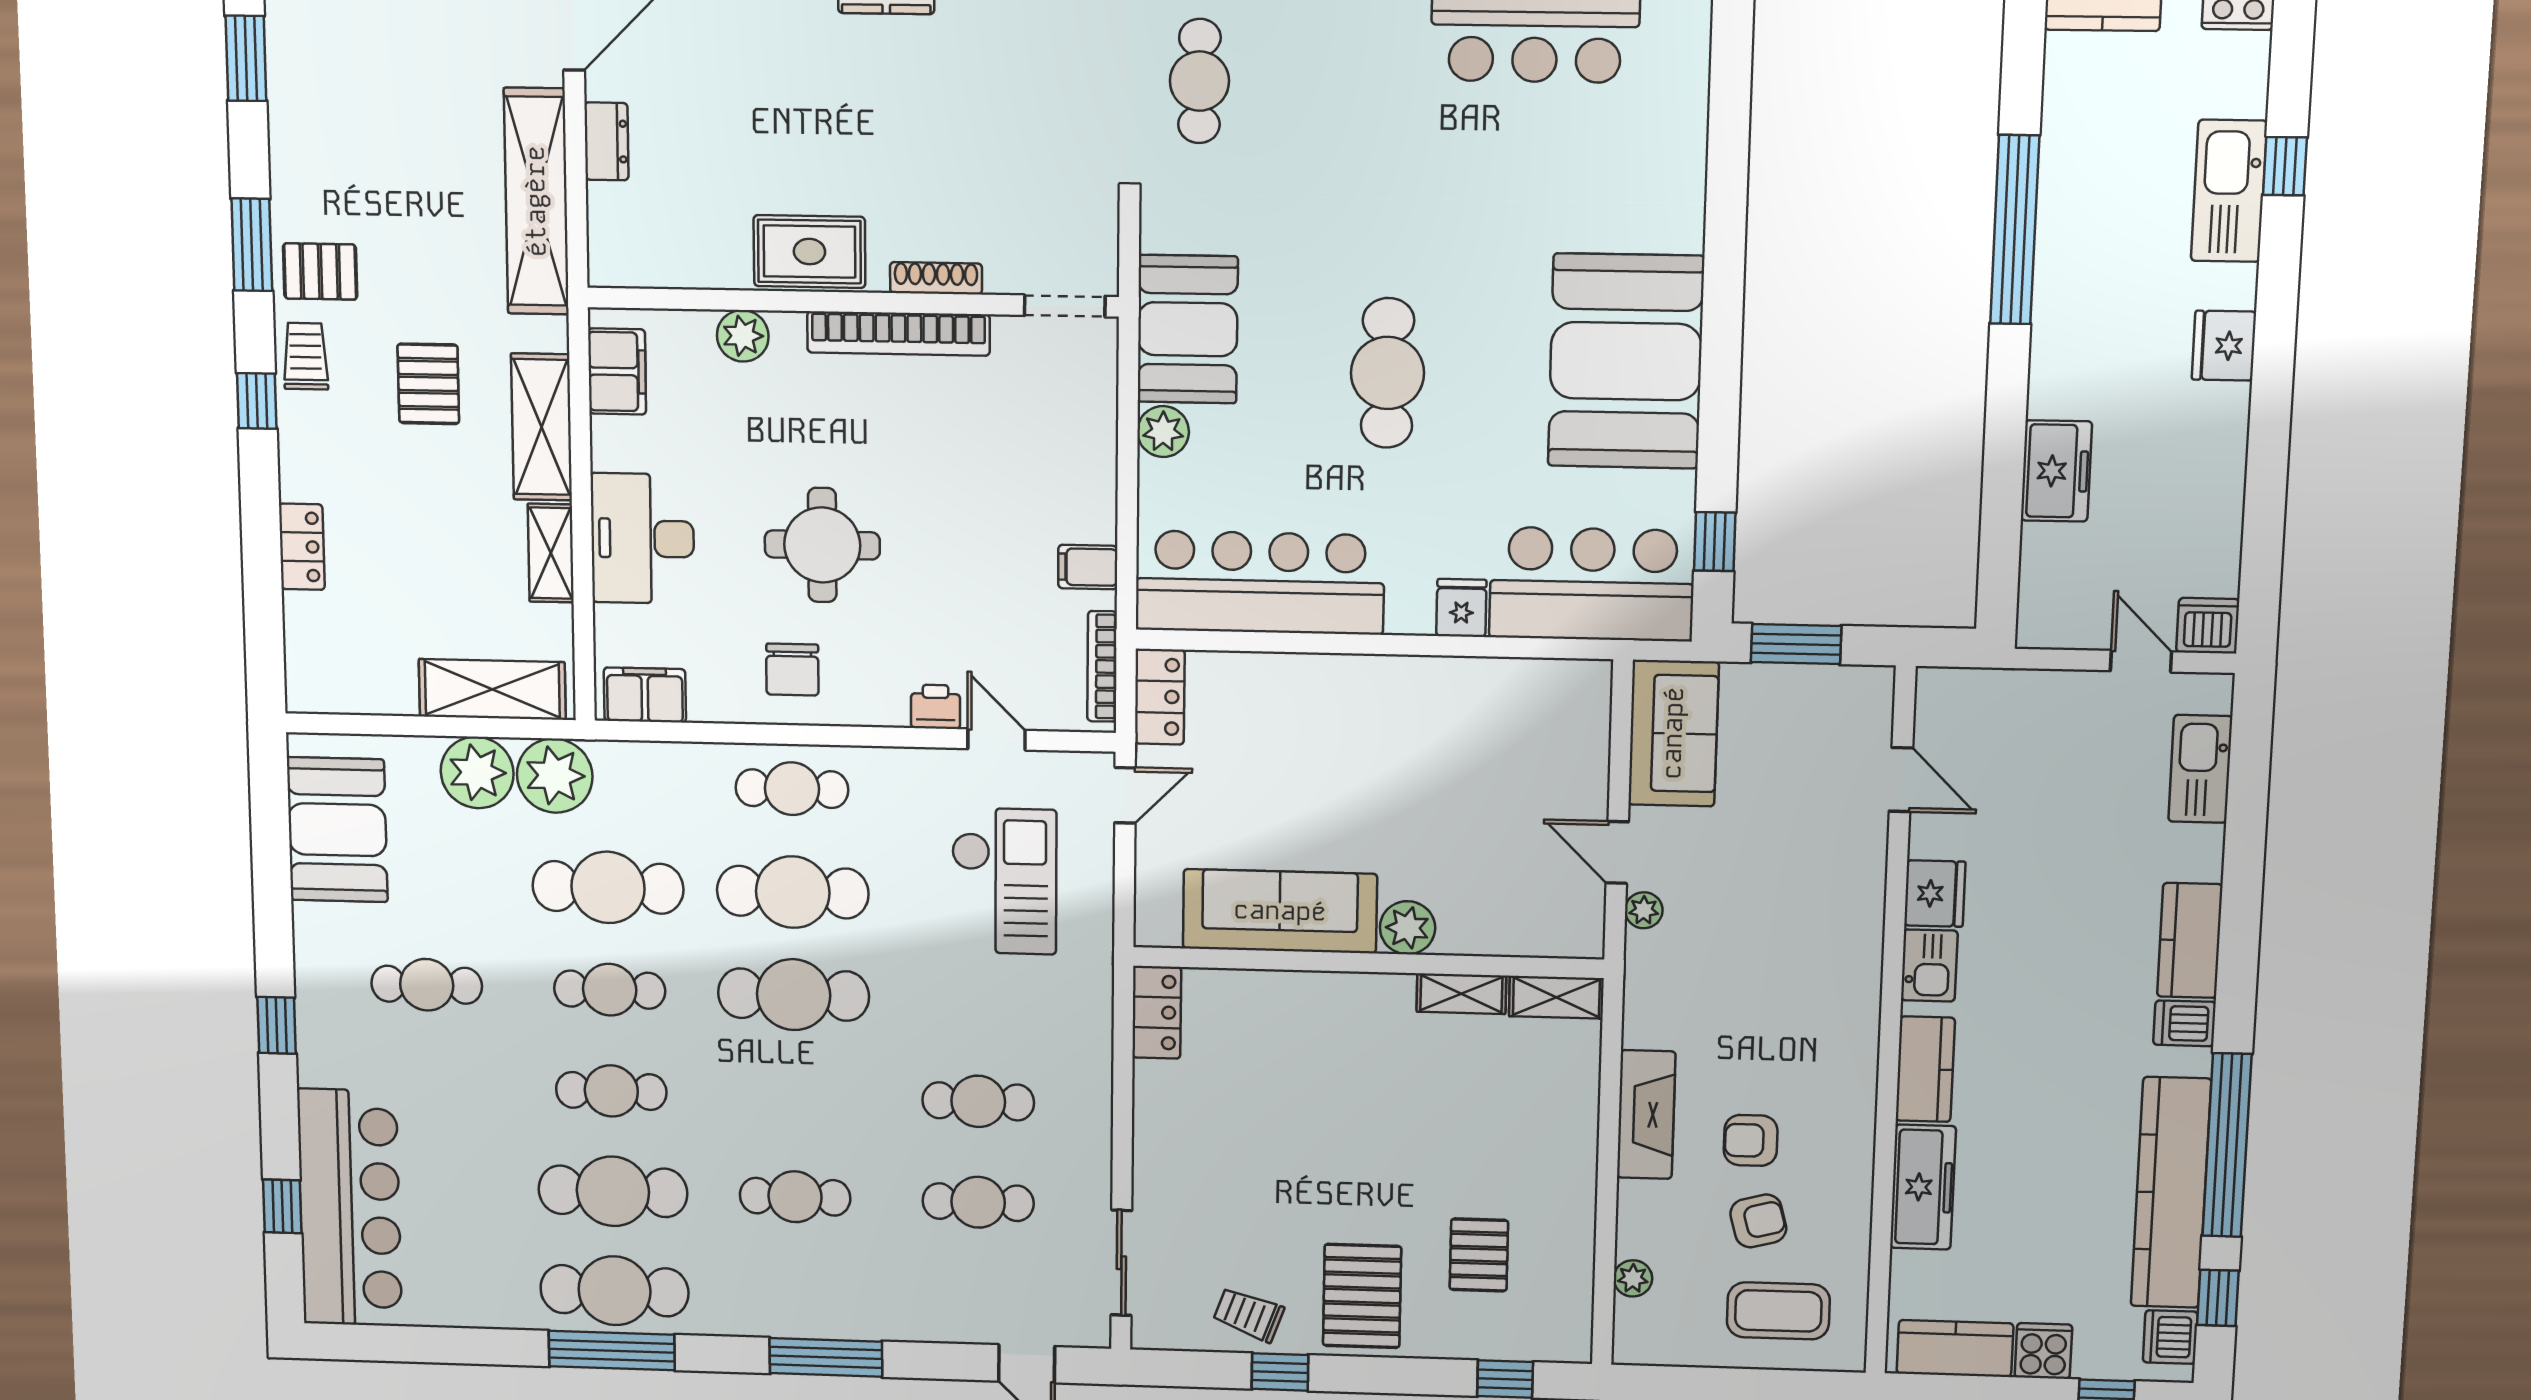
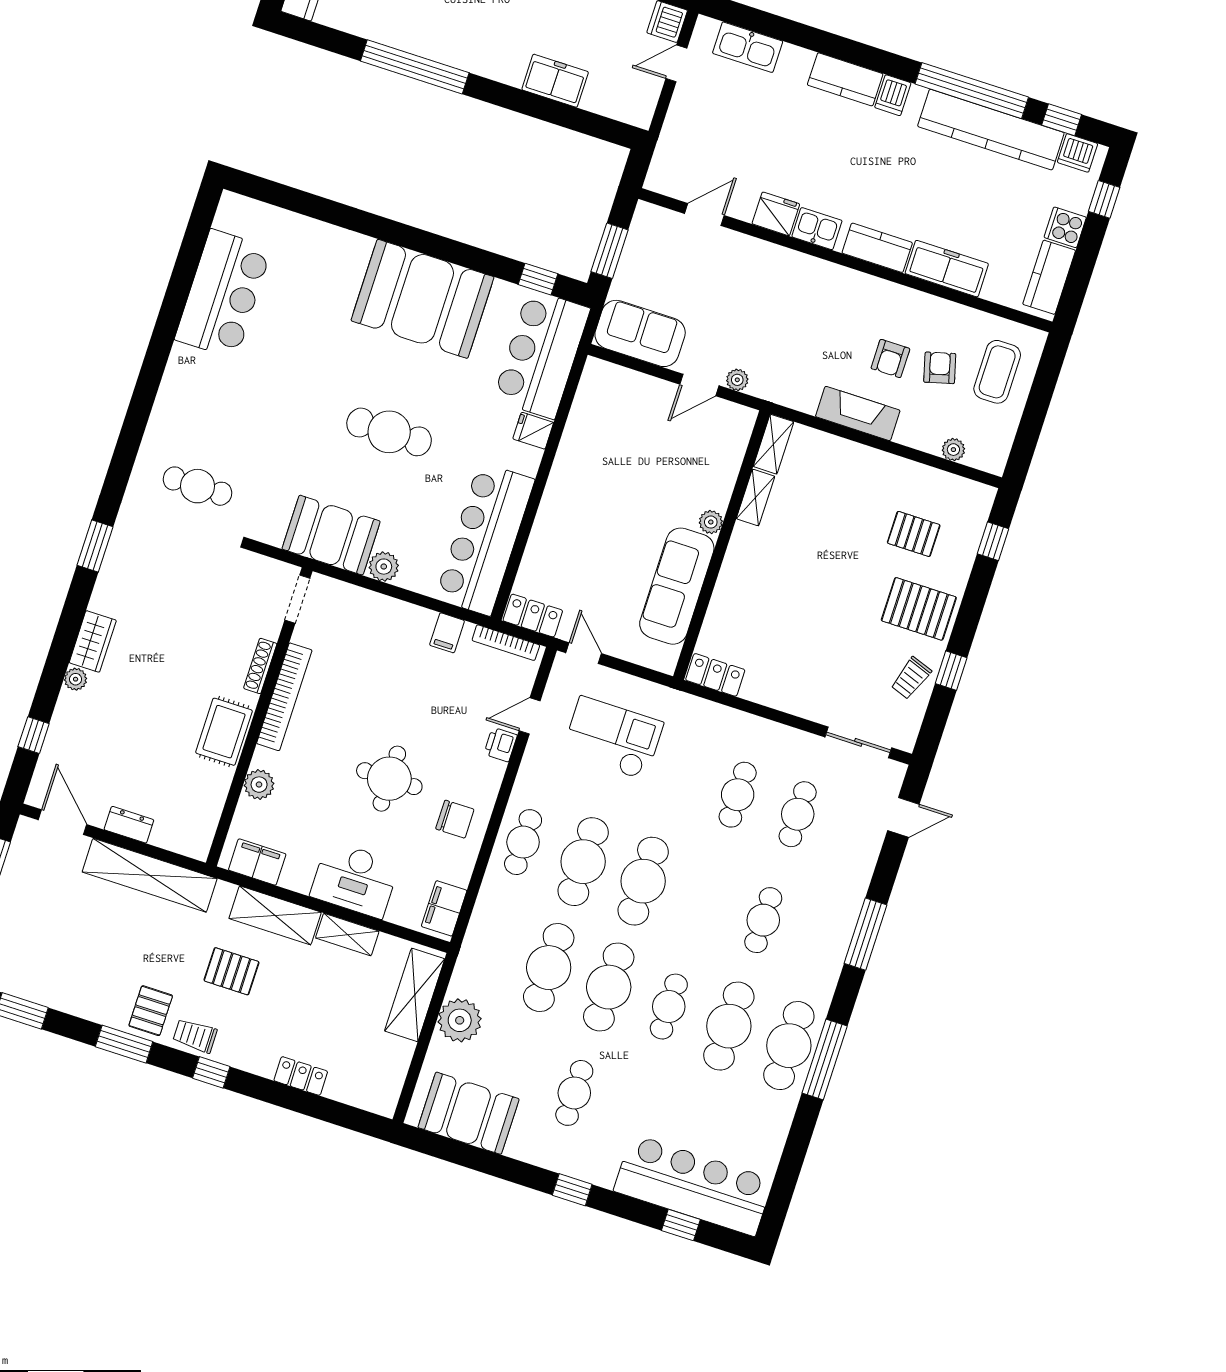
plant: (555, 776) -> (475, 976), removed
plant: (1407, 928) -> (711, 522), width x0.73, depth x0.73
cafe table: (610, 990) -> (609, 987), width x1.37, depth x1.35

